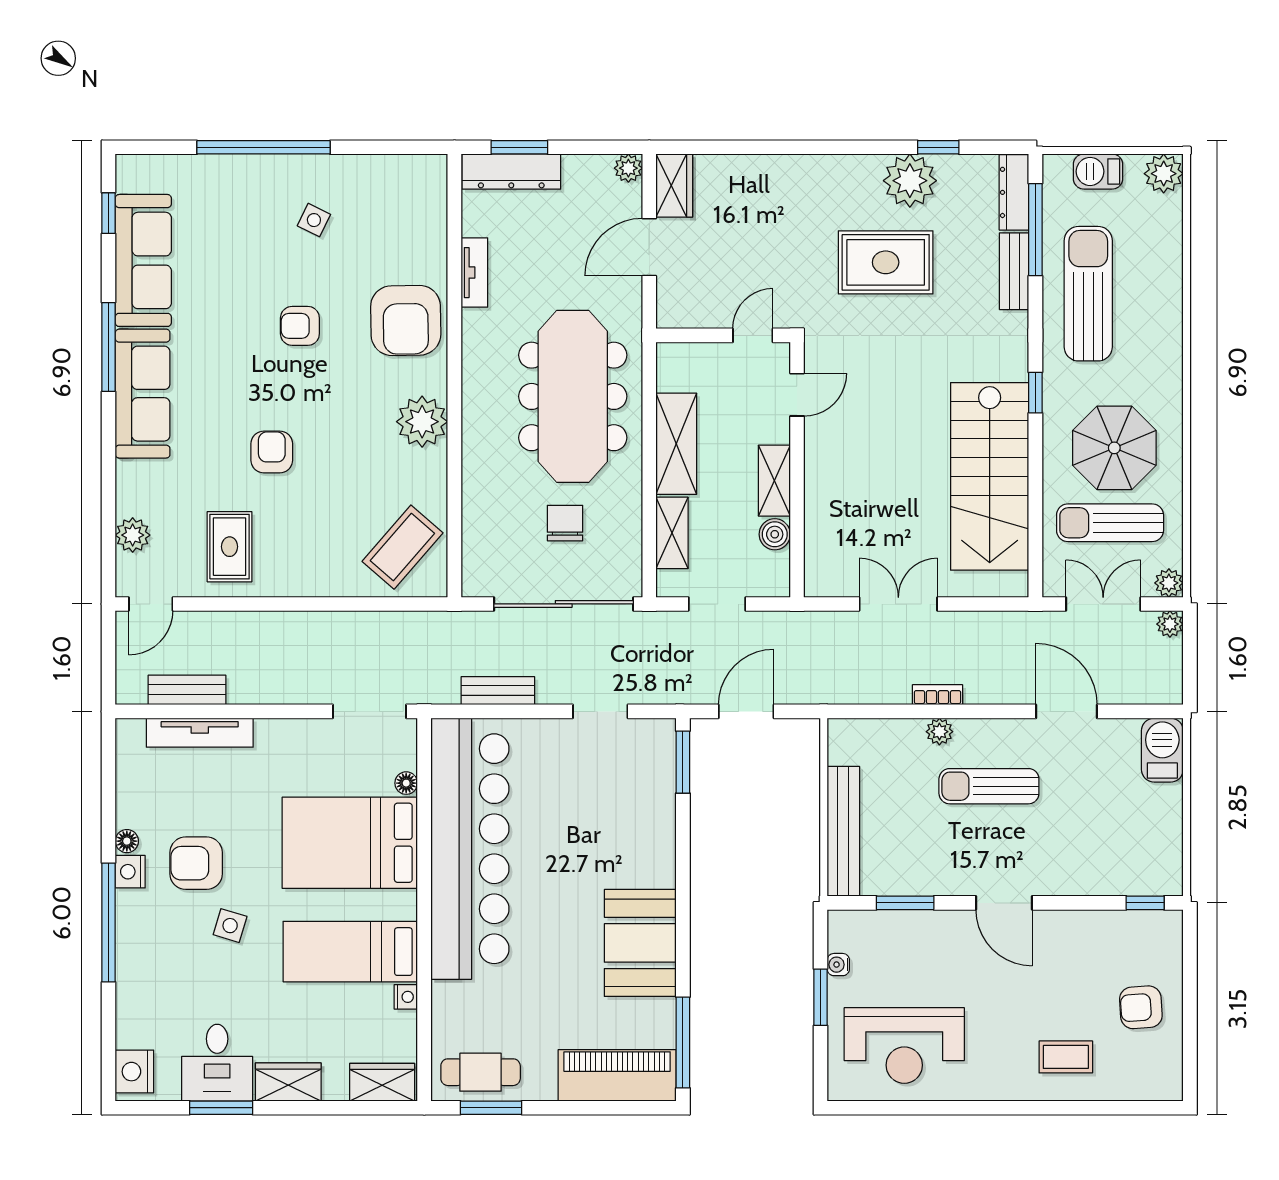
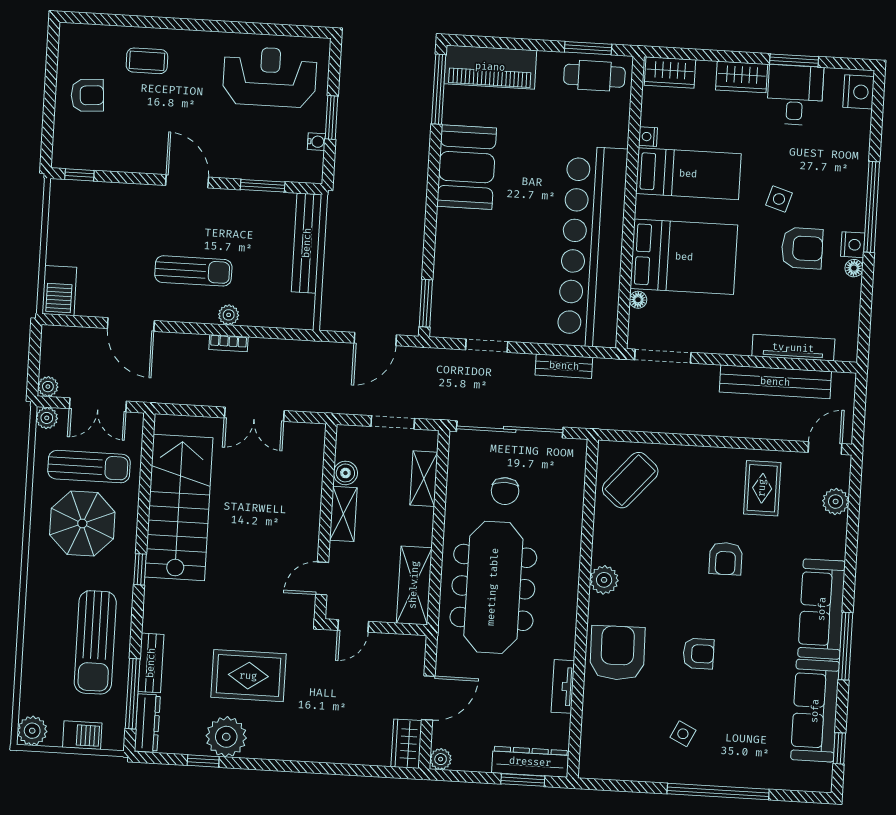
plant: (422, 422) -> (604, 580), width x0.73, depth x0.73
shelving: (676, 444) -> (414, 585), moved
bench: (187, 690) -> (775, 382), width x1.86, depth x1.21

